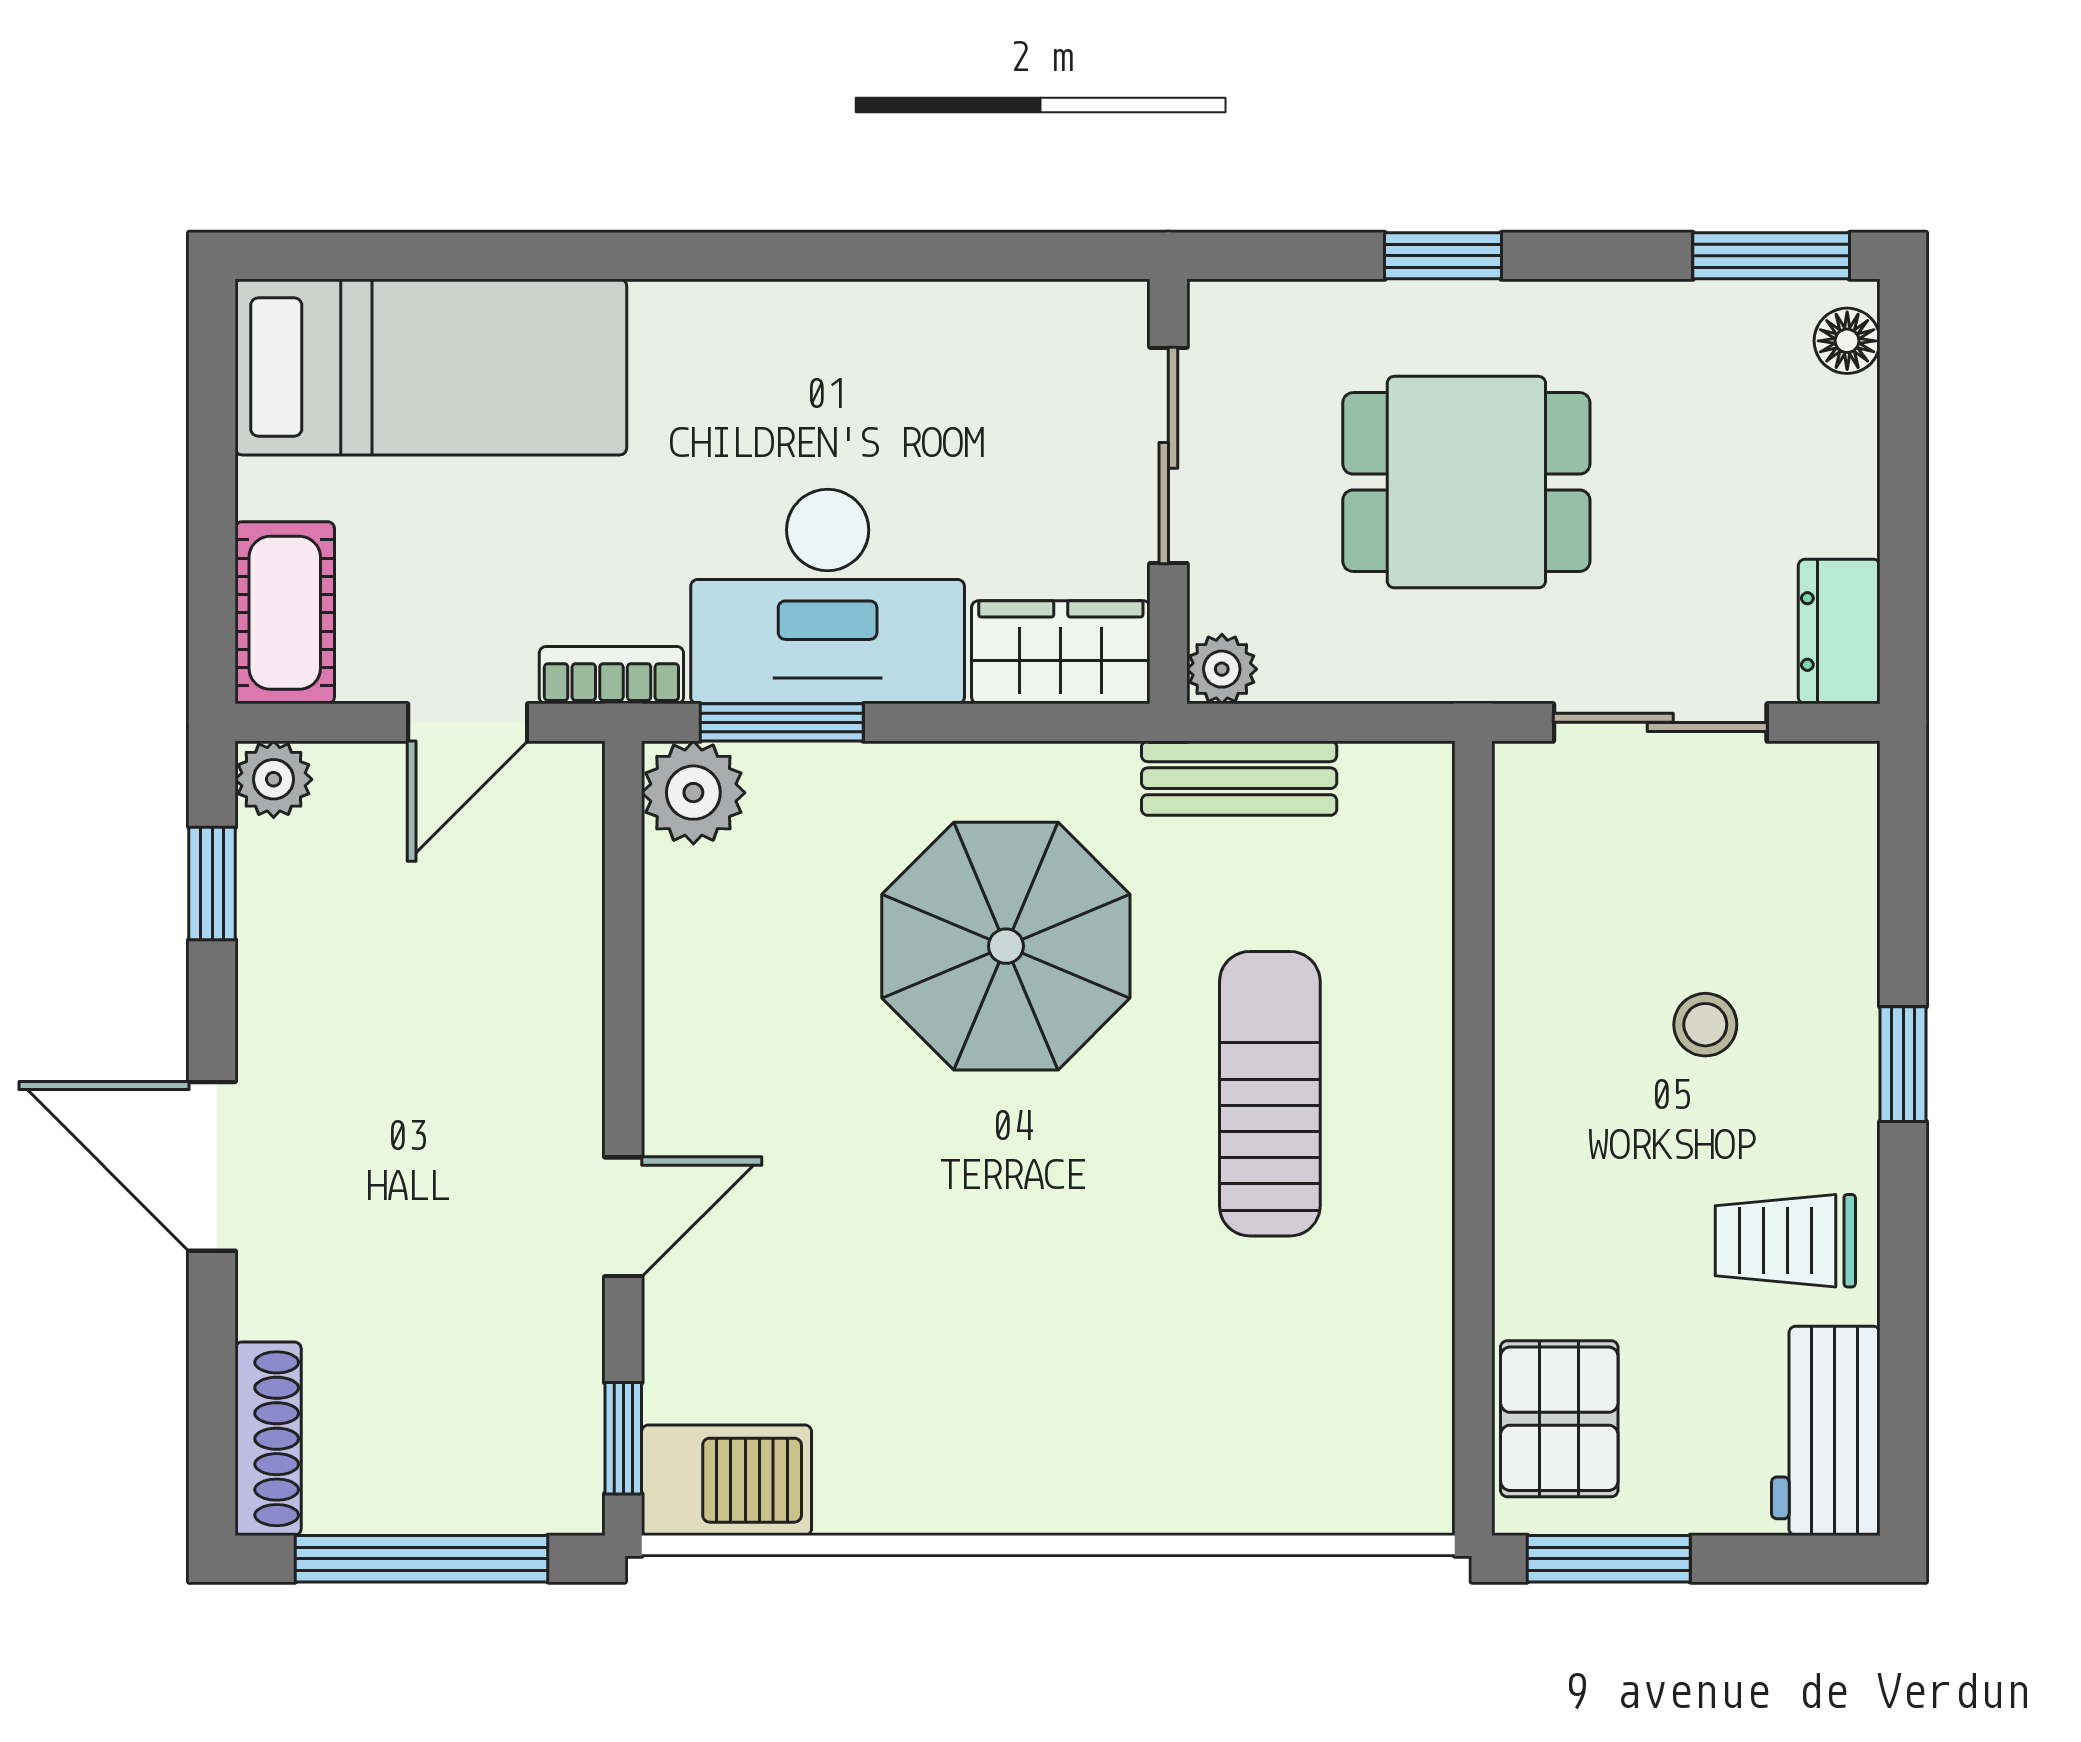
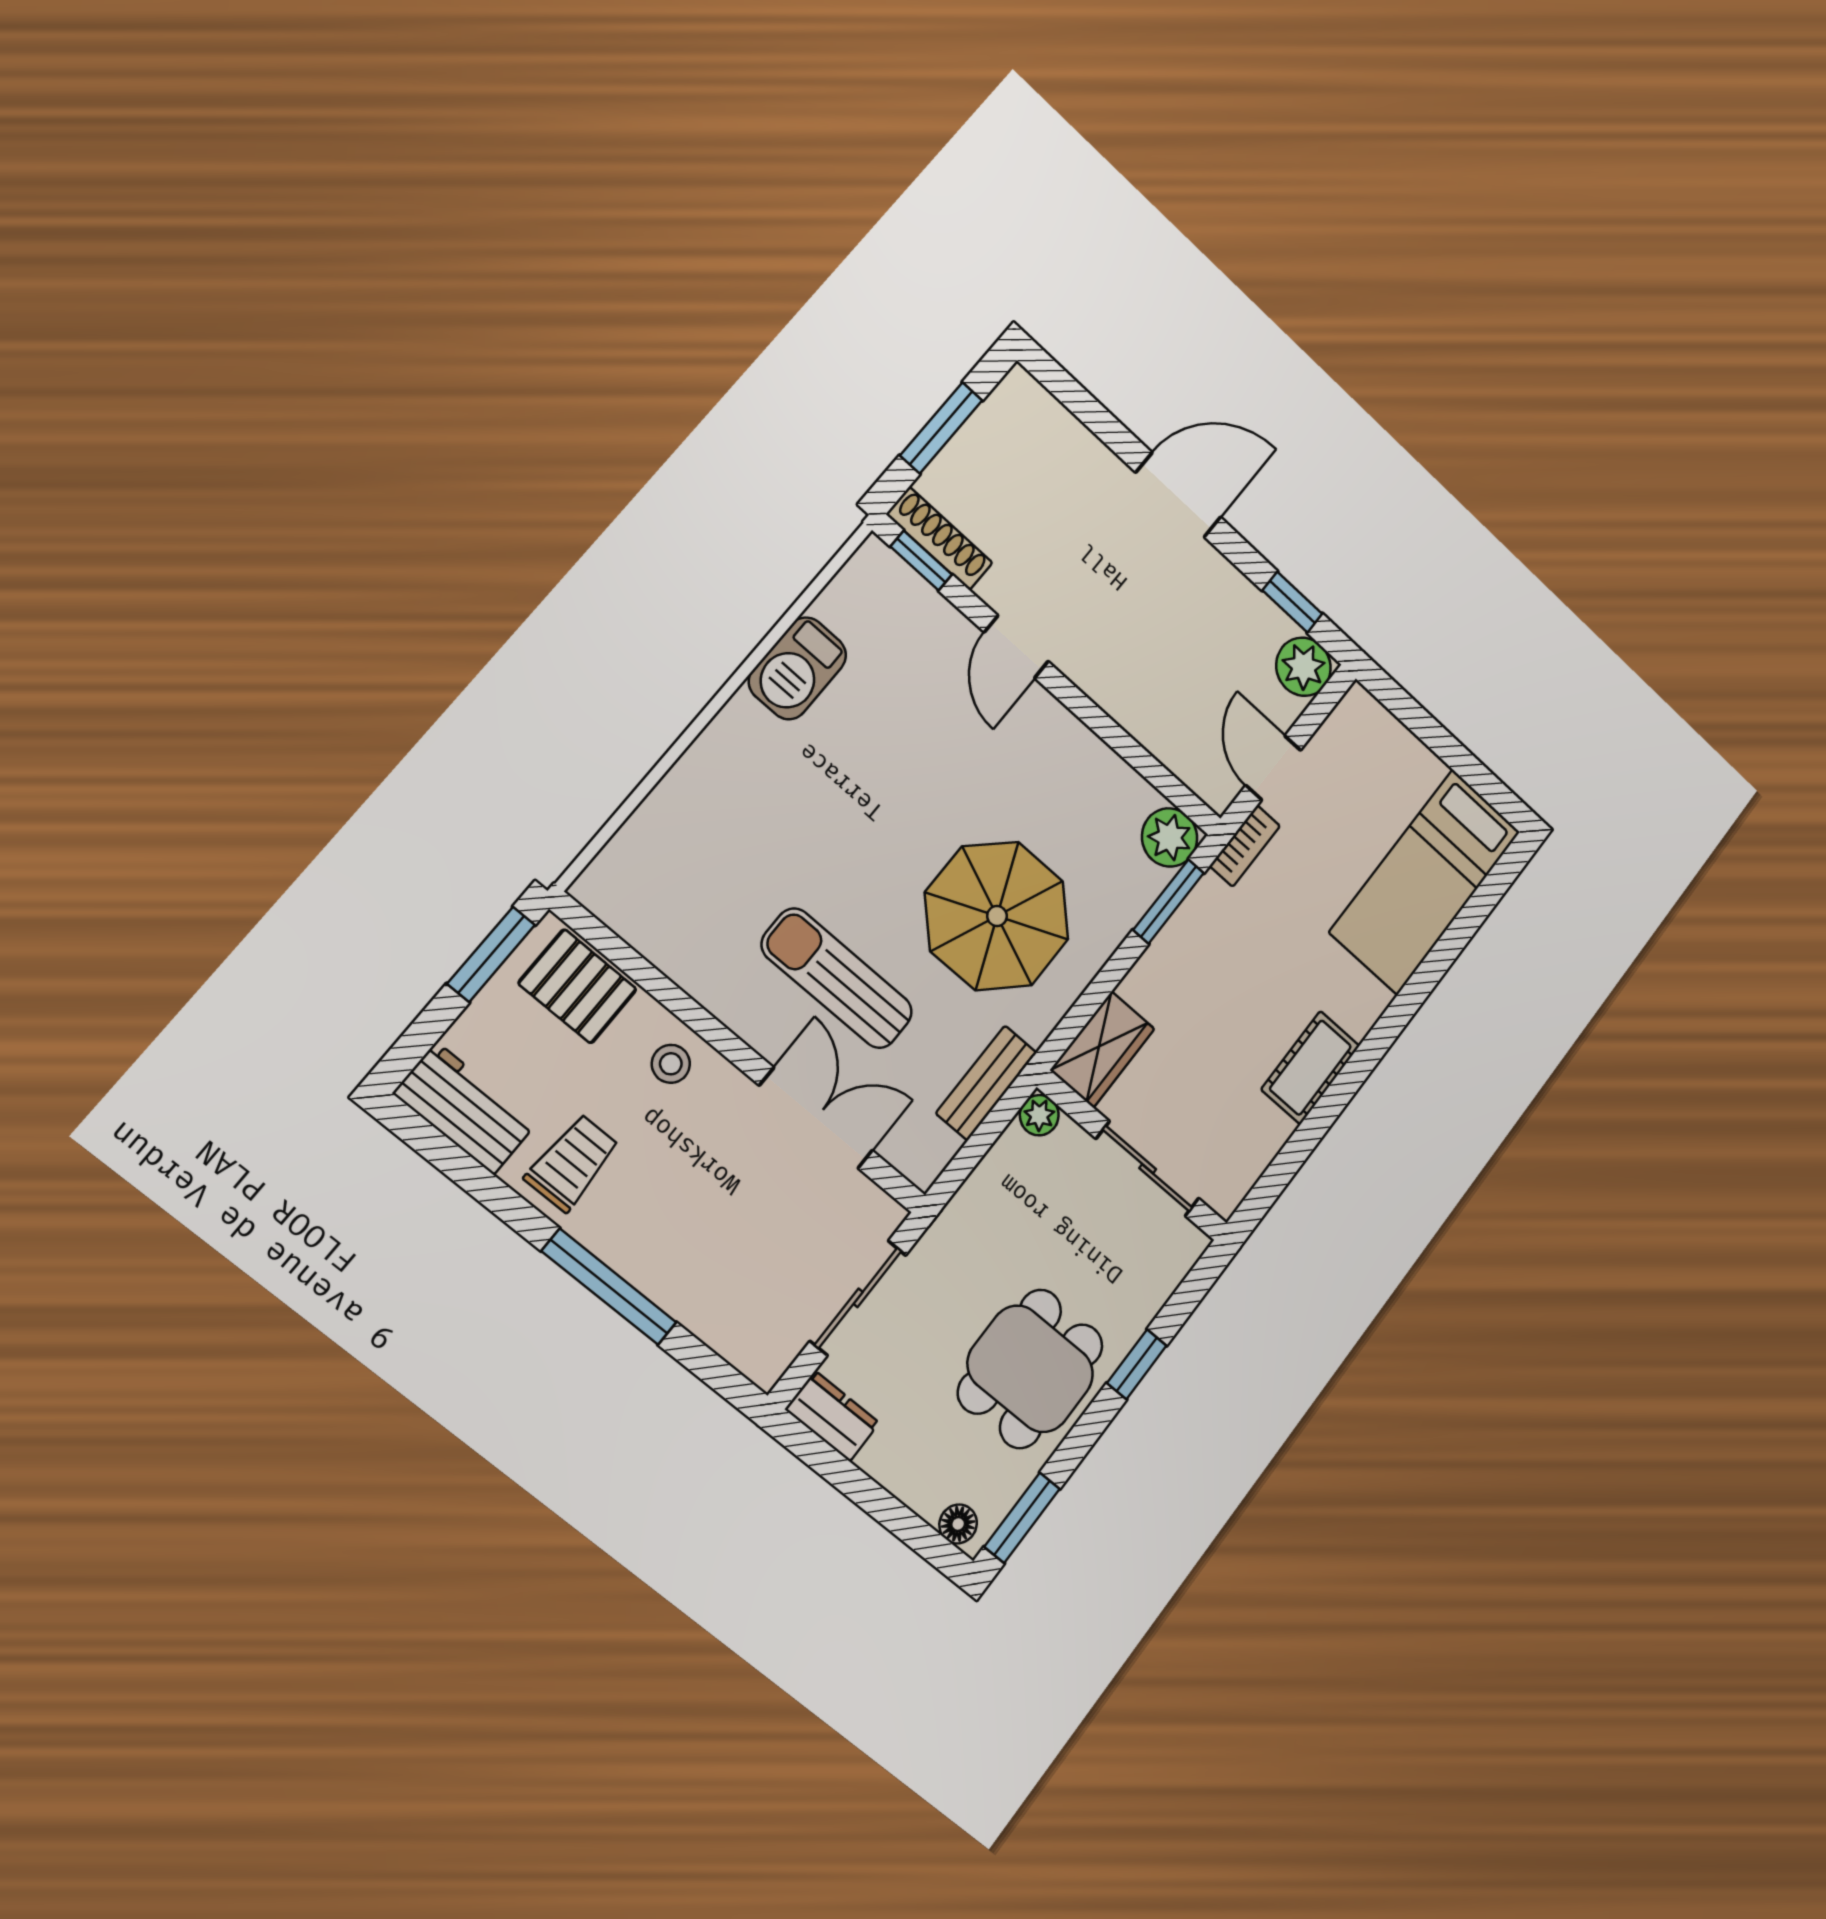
dining table: (1466, 482) -> (1030, 1369), moved
desk: (828, 597) -> (1205, 967), removed
cot: (285, 613) -> (1310, 1068), moved, turned 90
plant: (274, 779) -> (1304, 667), width x1.38, depth x1.38
double door: (1473, 971) -> (816, 1118), added
stool: (1705, 1025) -> (671, 1064), moved
window: (1903, 1064) -> (609, 1287), width x2.17
sun lounger: (1270, 1094) -> (837, 978), turned 180
shoe rack: (268, 1439) -> (939, 539), moved, turned 180
barbecue: (727, 1480) -> (798, 668), moved
window: (422, 1559) -> (941, 428), width x0.69

